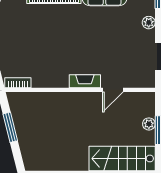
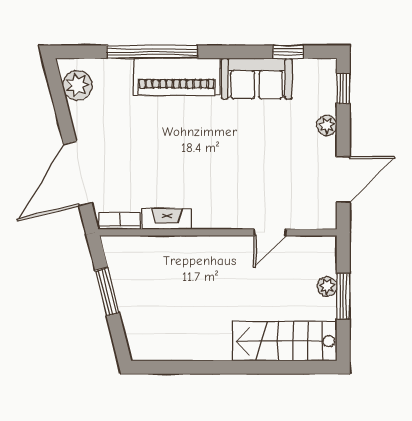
fireplace: (85, 81) -> (167, 219), moved

